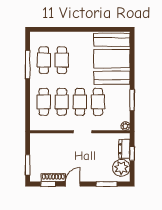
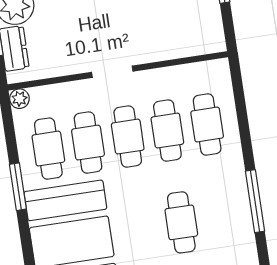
cafe table: (44, 60) -> (48, 149), moved
window: (132, 100) -> (18, 187), moved

